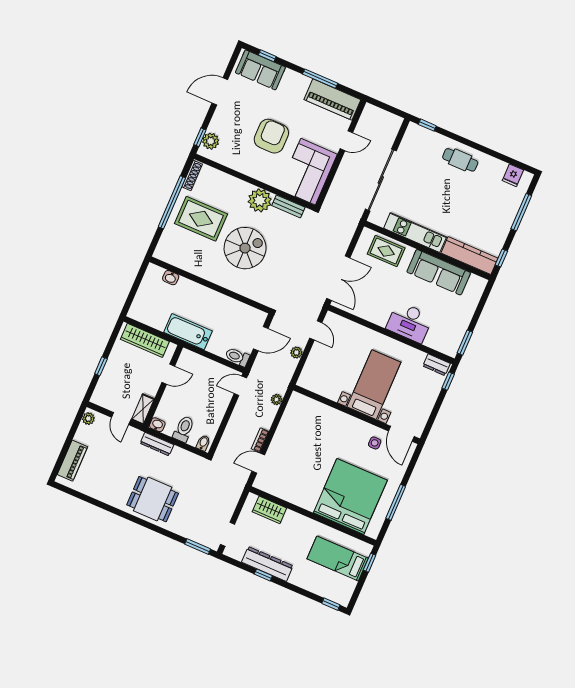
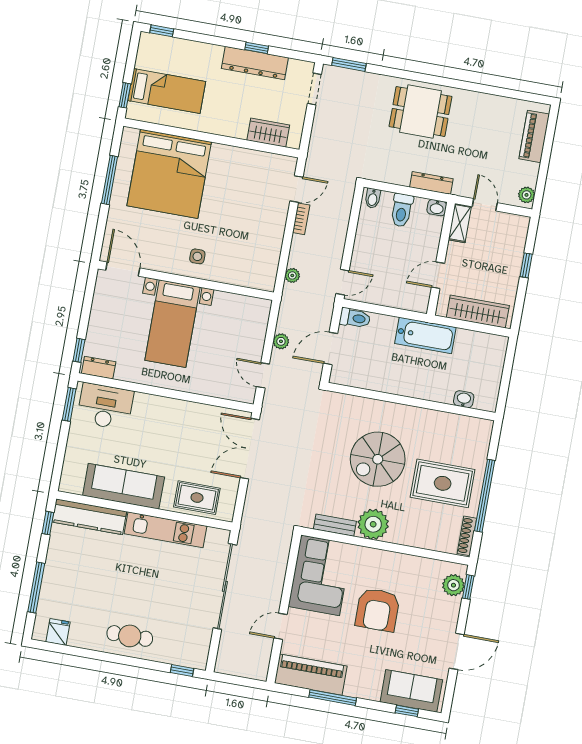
desk: (409, 322) -> (105, 406), moved
side table: (375, 443) -> (197, 256), moved

